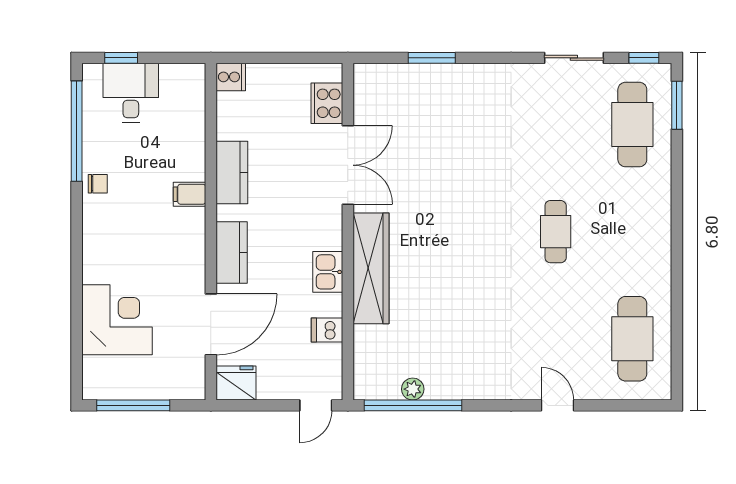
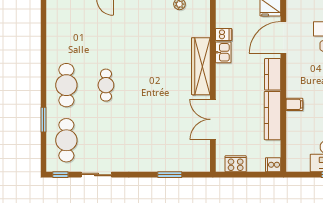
cooker: (327, 103) -> (236, 164), moved, turned -90
window: (677, 105) -> (43, 120), moved
kitchen counter: (232, 172) -> (273, 116), width x1.50
kitchen sink: (328, 272) -> (223, 52), moved
cafe table: (632, 339) -> (66, 85), moved

